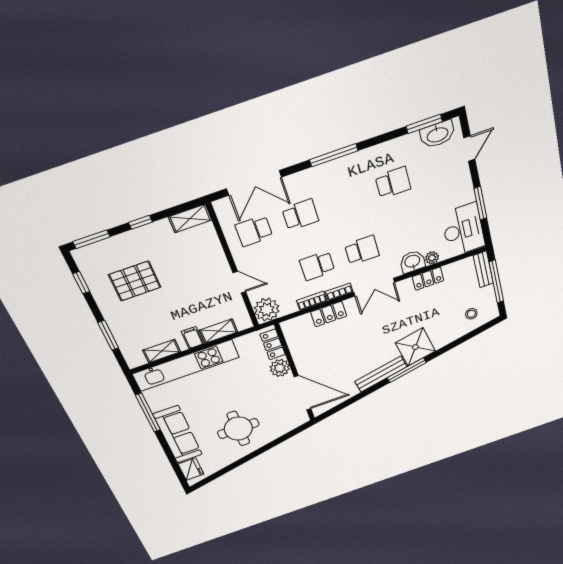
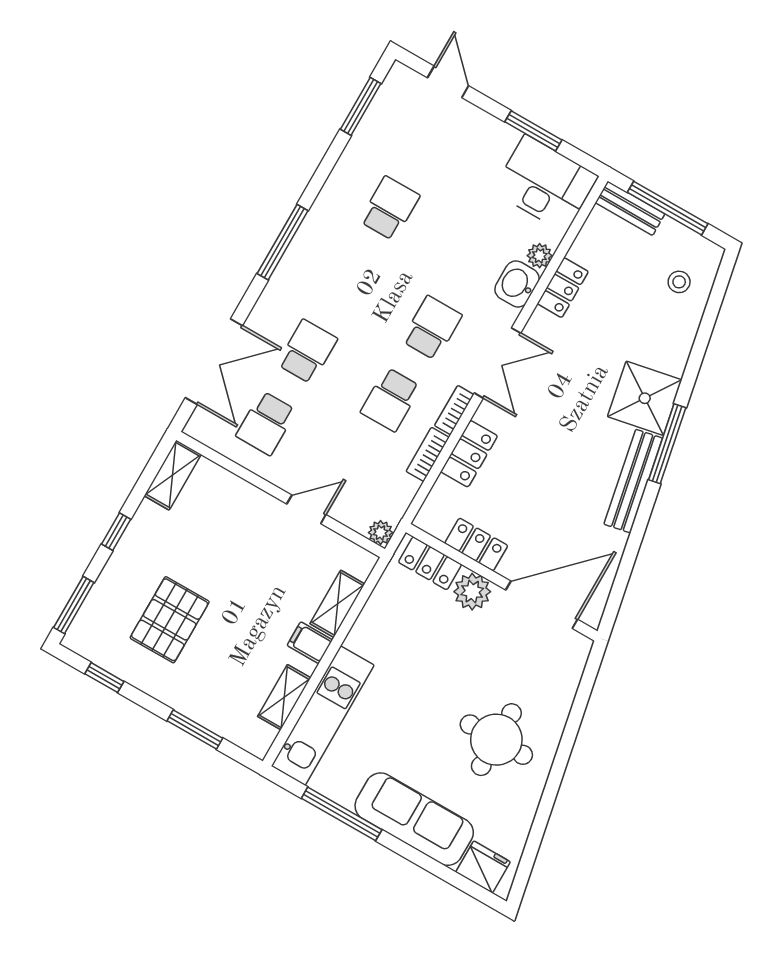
washbasin: (437, 134) -> (389, 103), removed
plant: (267, 310) -> (381, 533), width x0.53, depth x0.53
locker: (298, 351) -> (476, 544), added
kitchen unit: (186, 366) -> (323, 716), width x0.73

